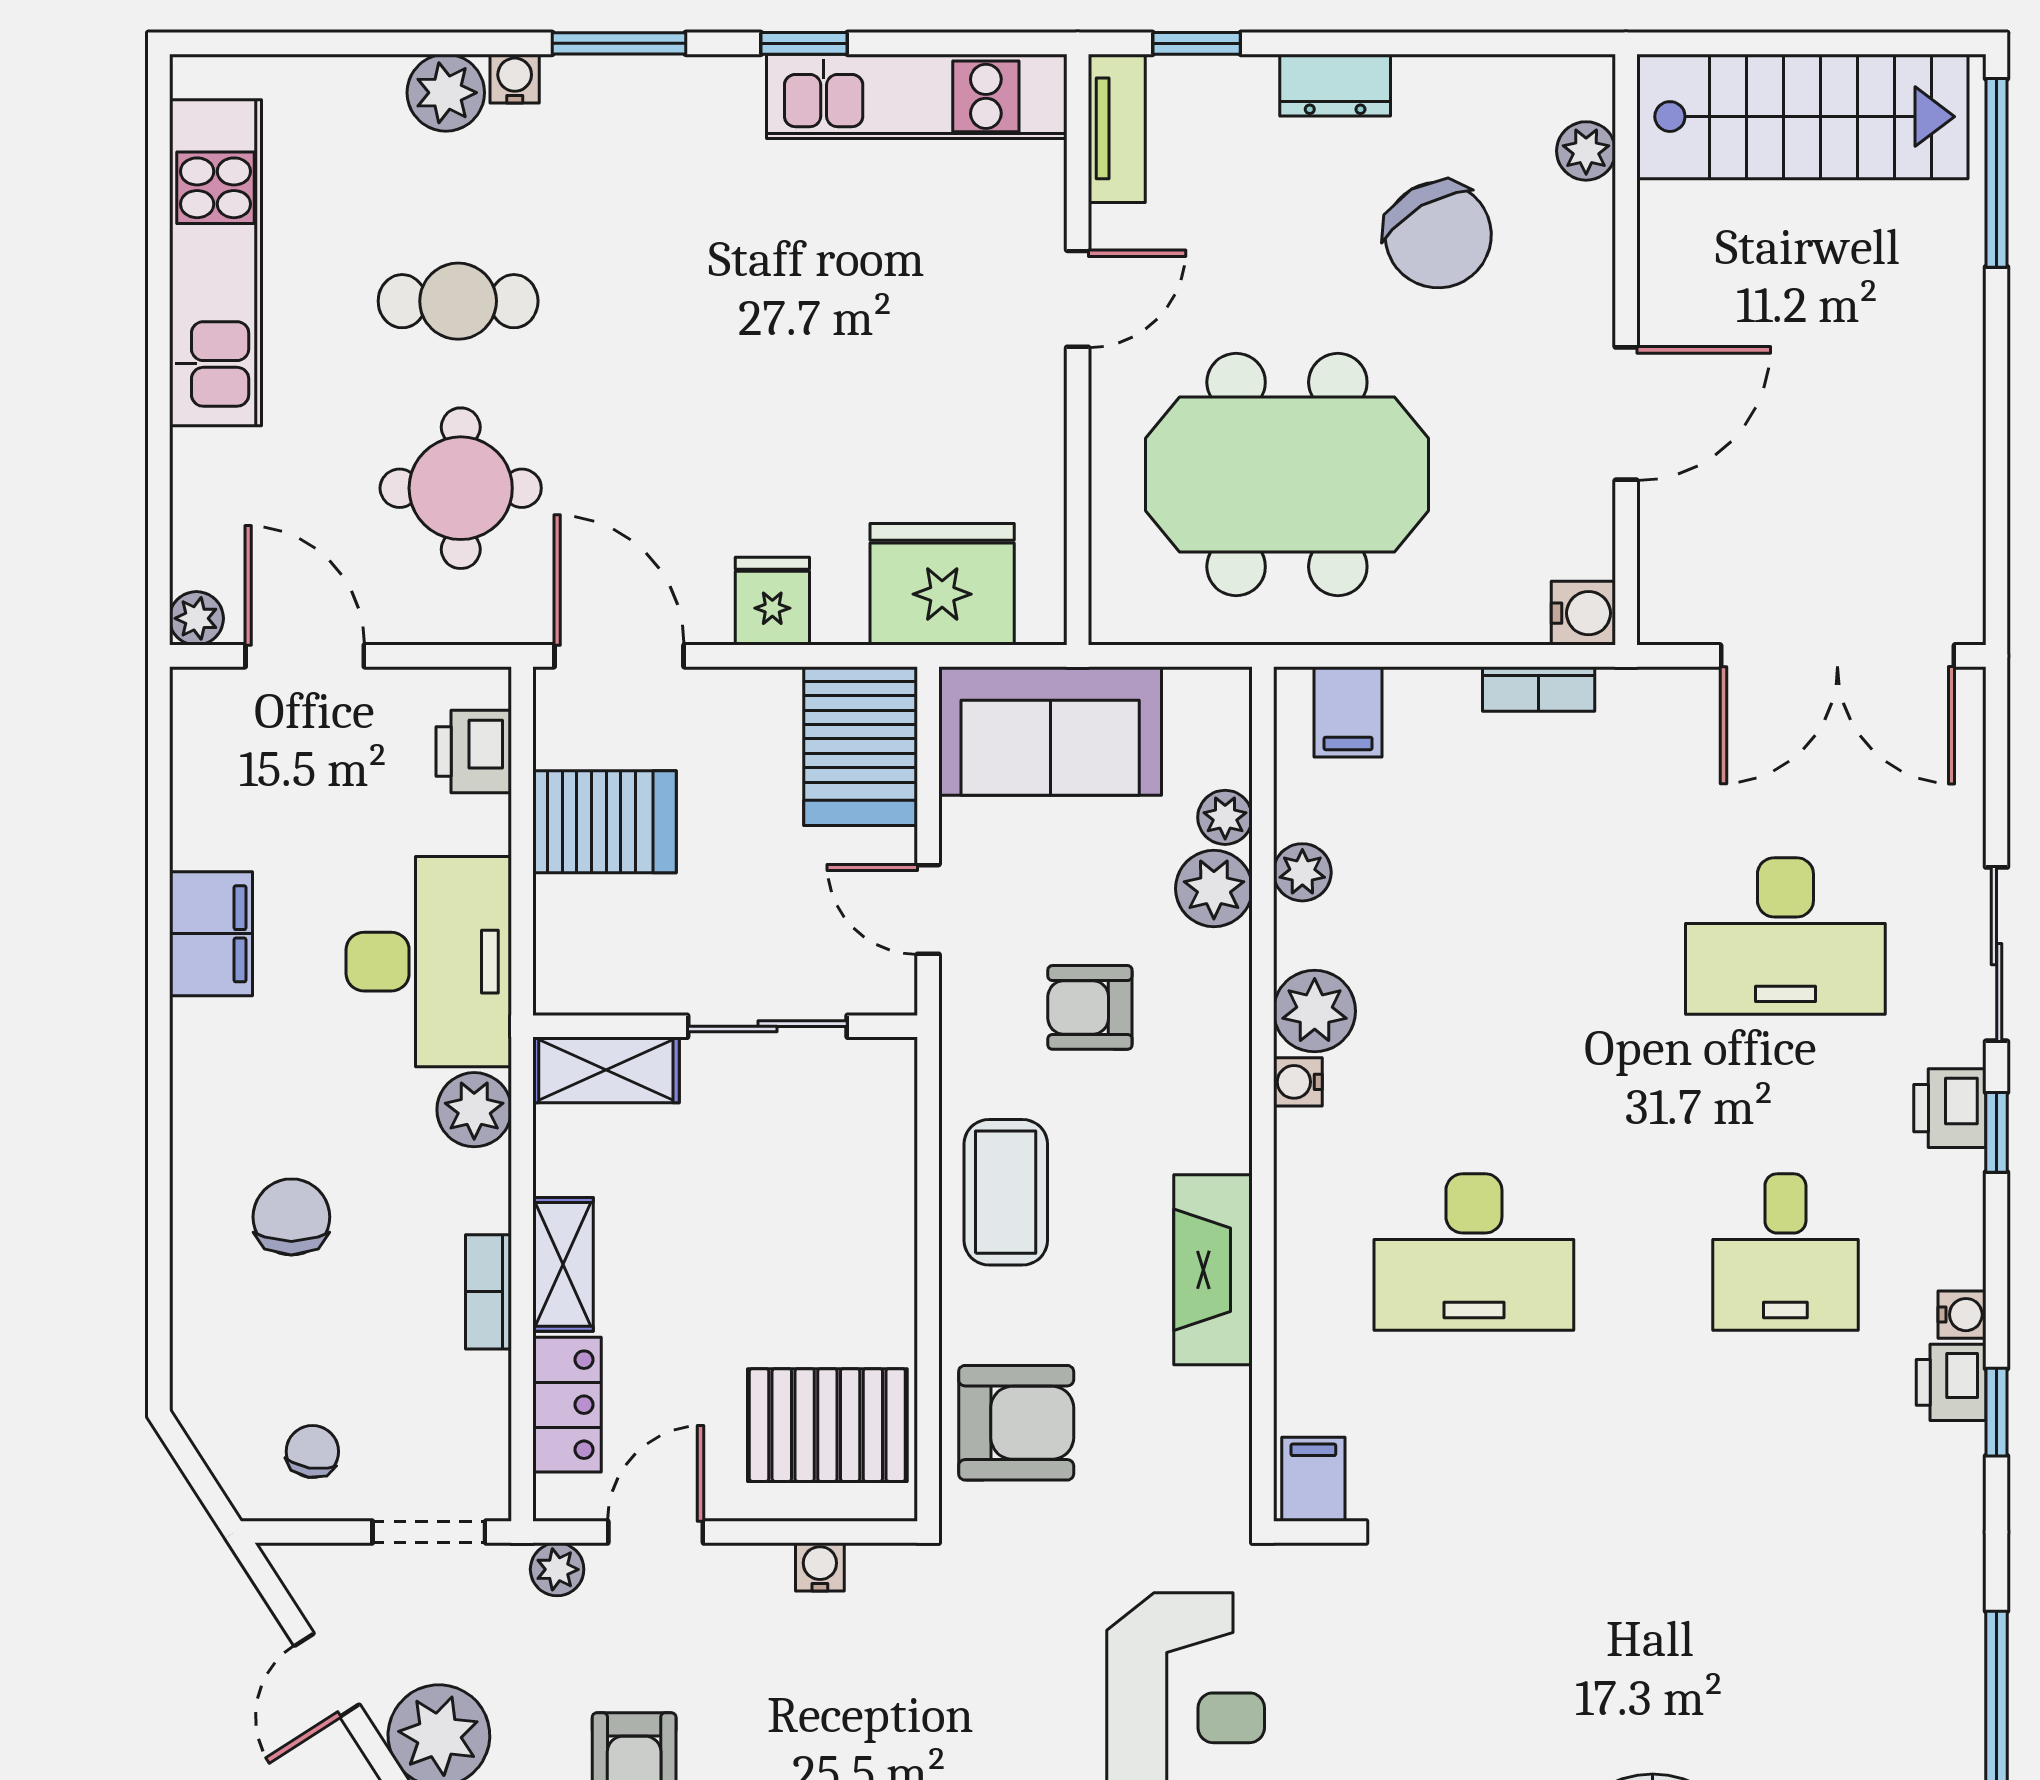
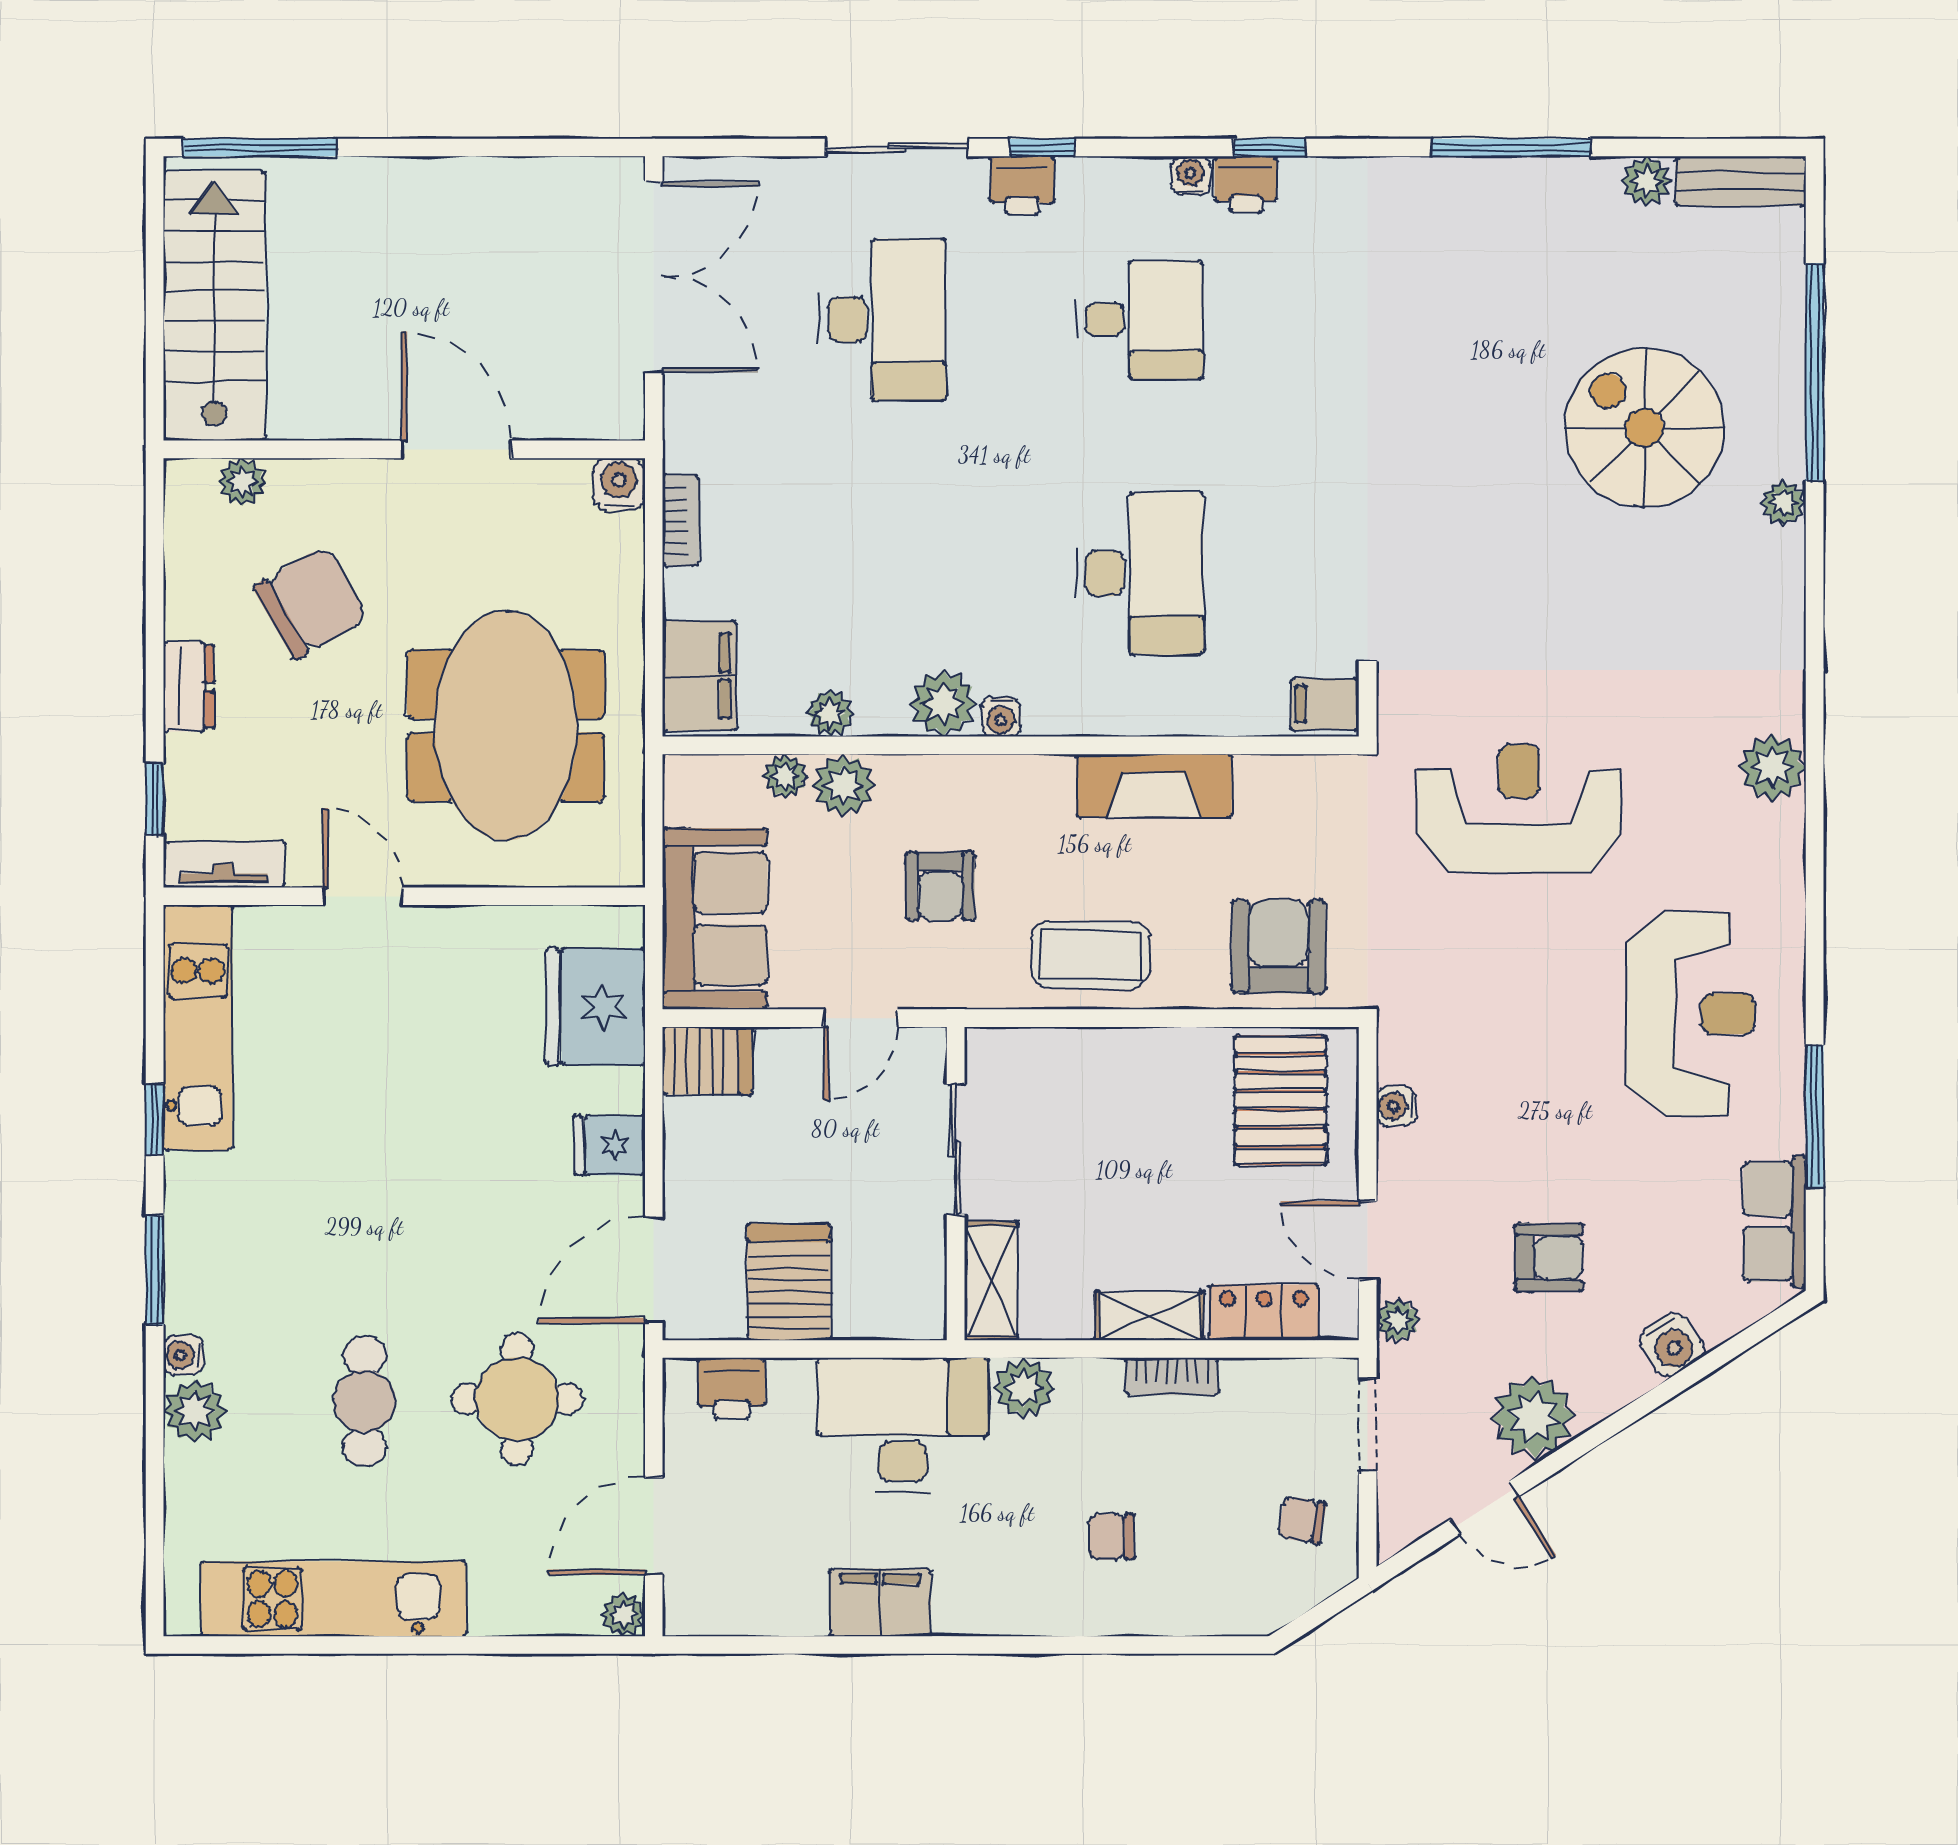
filing cabinet: (1348, 712) -> (699, 676), width x2.00
server rack: (861, 746) -> (707, 1061), width x0.73, depth x0.70
chair: (291, 1217) -> (1111, 1537), width x0.73, depth x0.73

